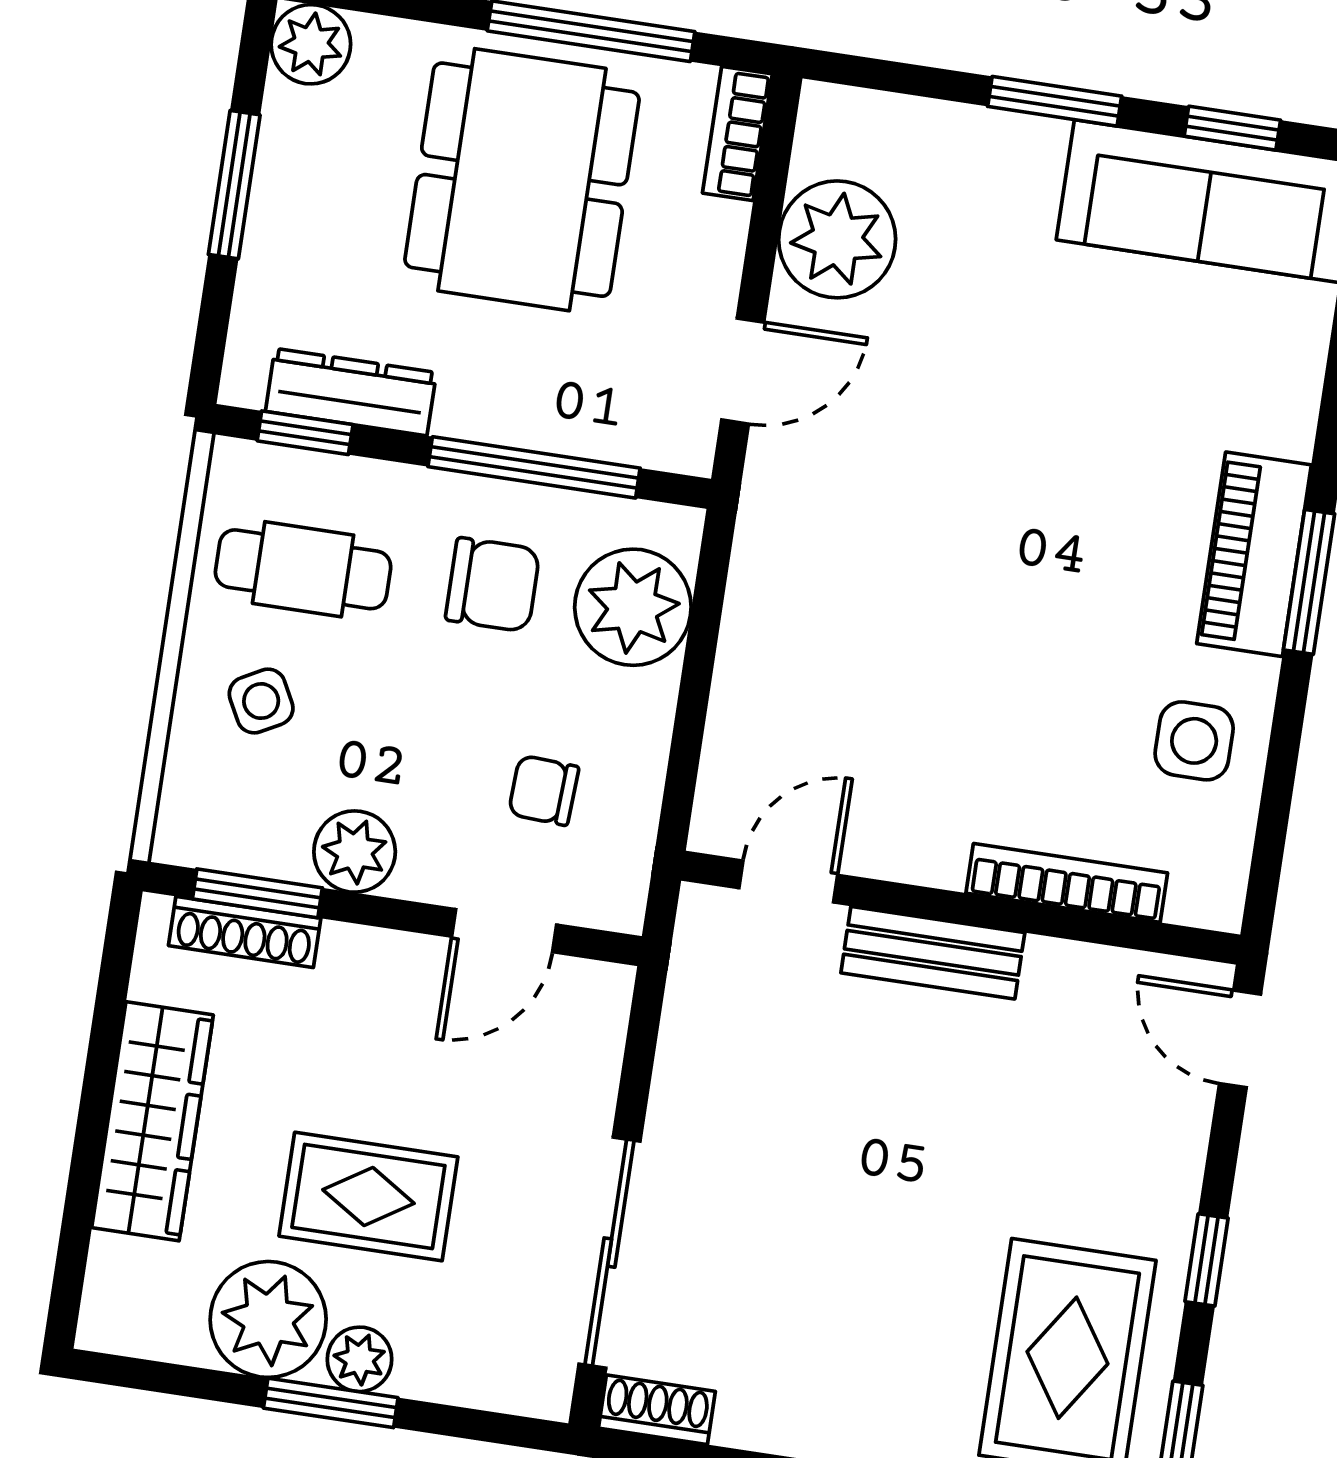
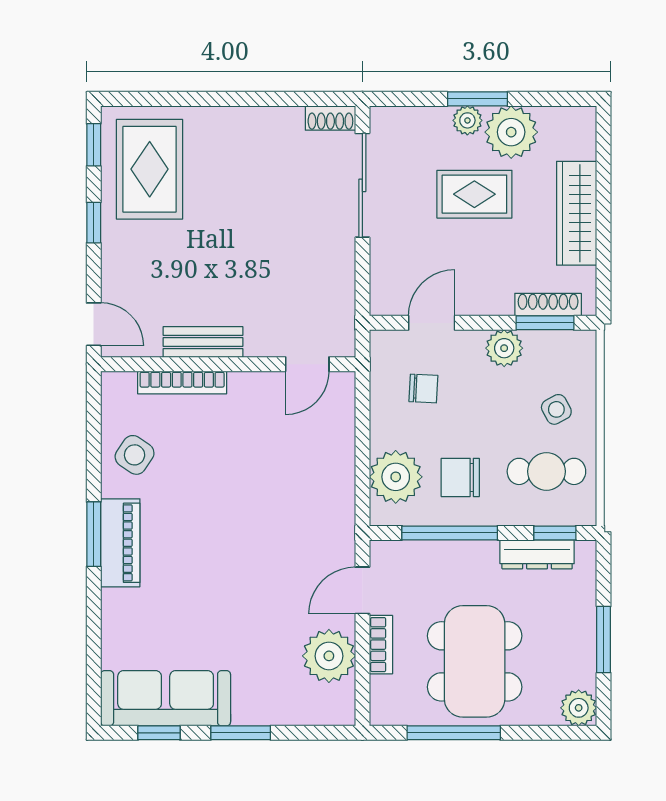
bookcase: (737, 134) -> (381, 645), moved
side table: (1194, 741) -> (135, 455), turned 34
bench: (933, 953) -> (203, 342), moved

